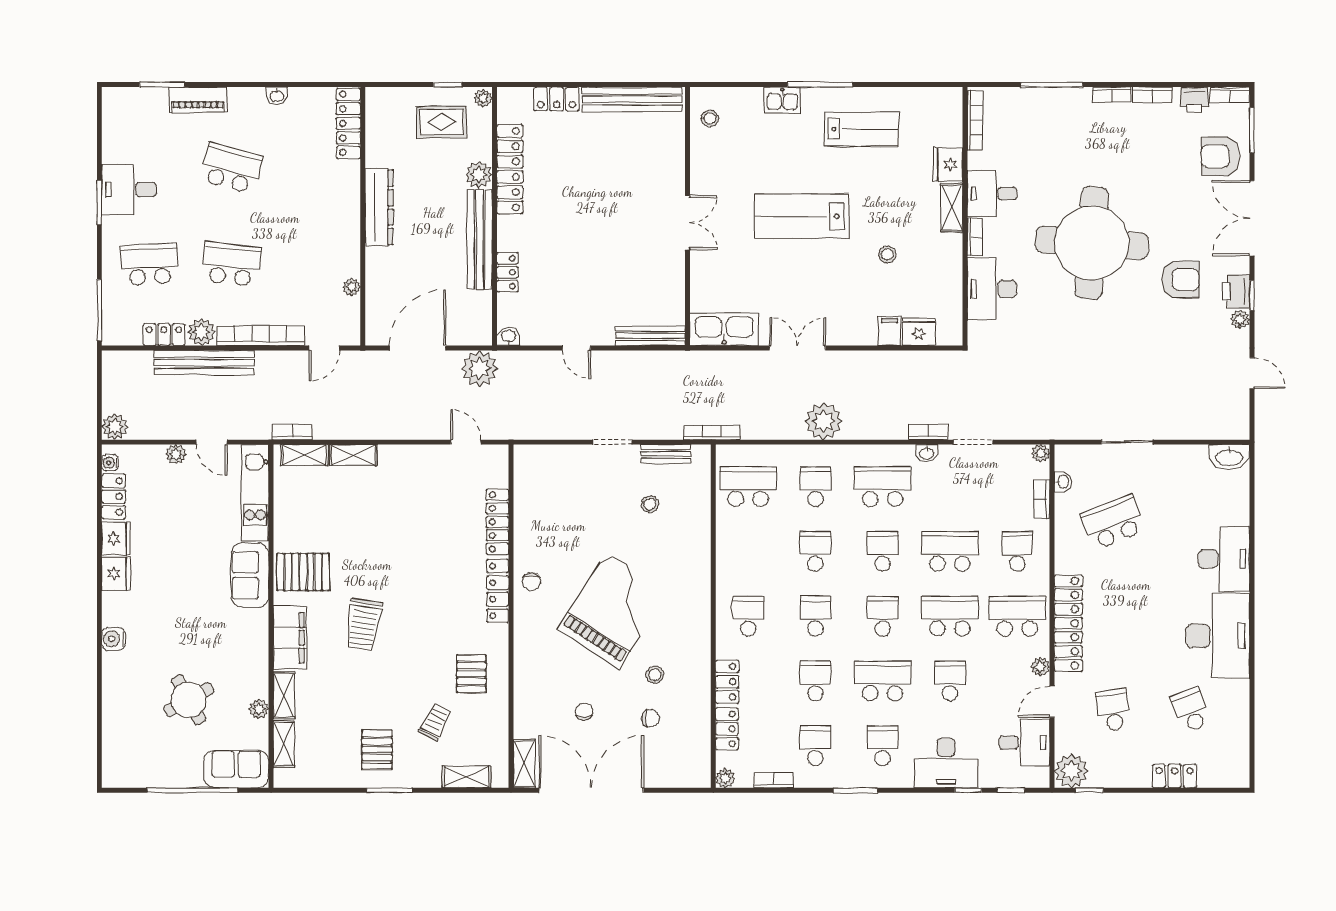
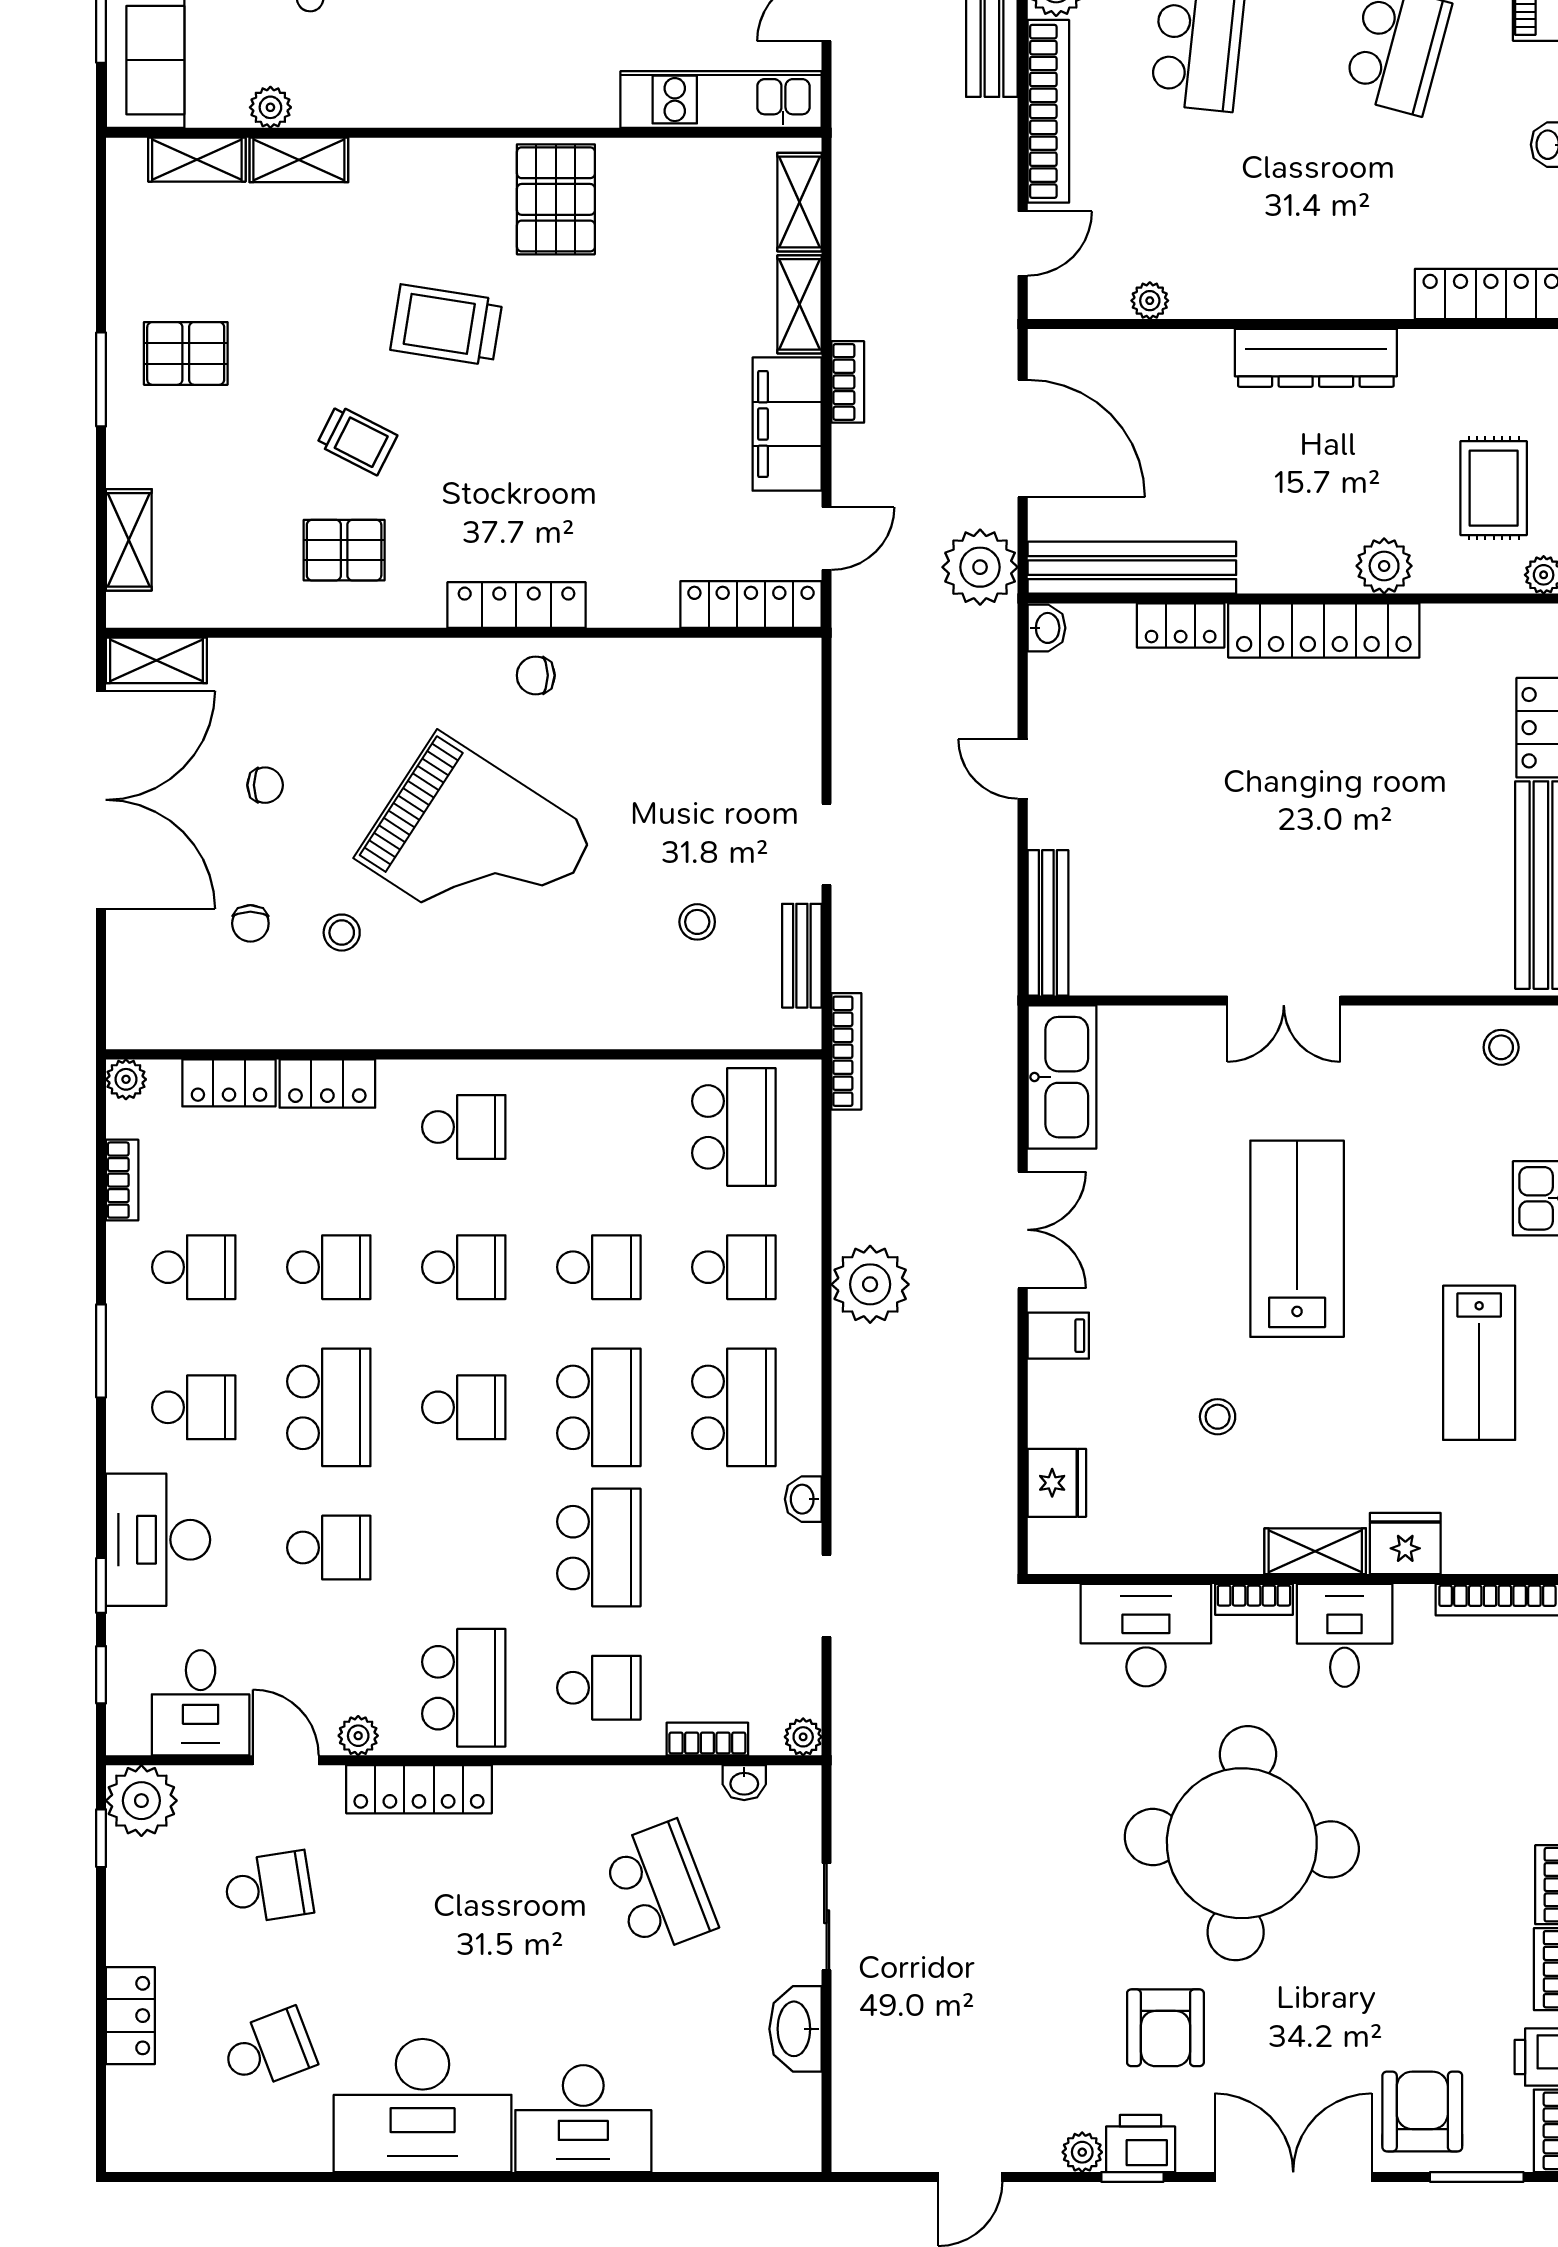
locker: (510, 169) -> (1324, 630), moved
bench: (480, 240) -> (1132, 568), moved
filing cabinet: (890, 331) -> (1058, 1336), moved
door: (324, 348) -> (1023, 243), swing flipped
door: (576, 348) -> (1023, 769), hinge flipped
bookcase: (292, 432) -> (848, 382), moved
bookcase: (928, 432) -> (848, 1502), removed
washbasin: (1229, 457) -> (795, 2029), moved
locker: (497, 522) -> (751, 605), moved
school desk: (883, 551) -> (599, 1407), width x1.85
sofa: (250, 575) -> (549, 89), removed
school desk: (950, 616) -> (464, 1548), removed
locker: (1068, 623) -> (419, 1789), width x0.71, depth x0.83
filing cabinet: (290, 638) -> (787, 424), moved, turned 90
trolley: (435, 722) -> (357, 440), moved

